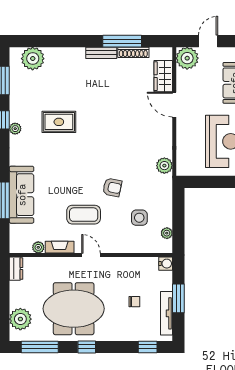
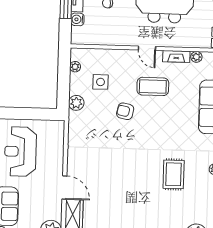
rug: (59, 122) -> (174, 174), turned 90
plant: (164, 166) -> (76, 103), moved
water cooler: (166, 264) -> (77, 19), moved

